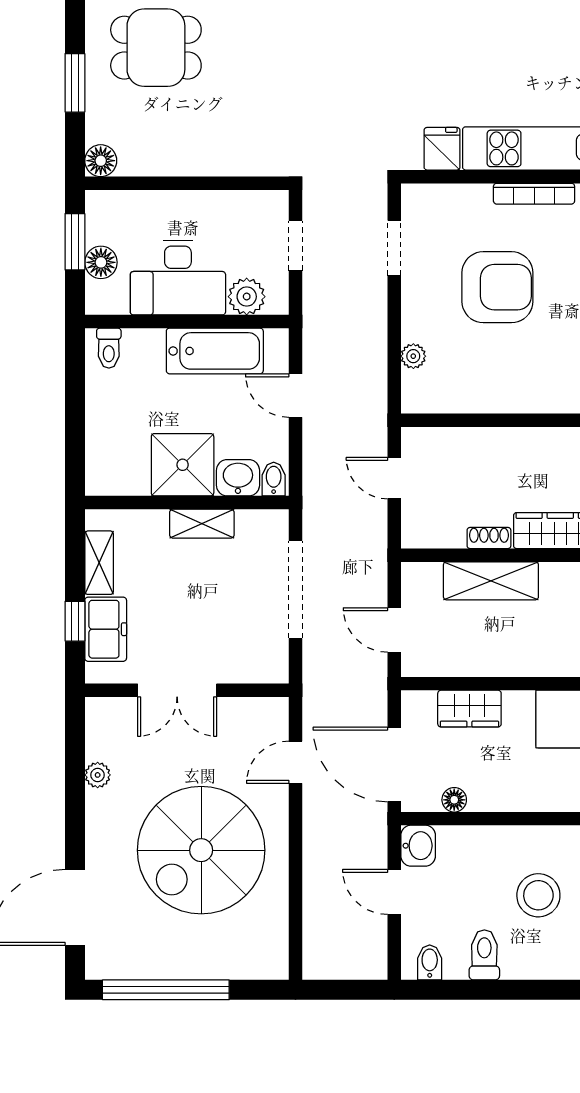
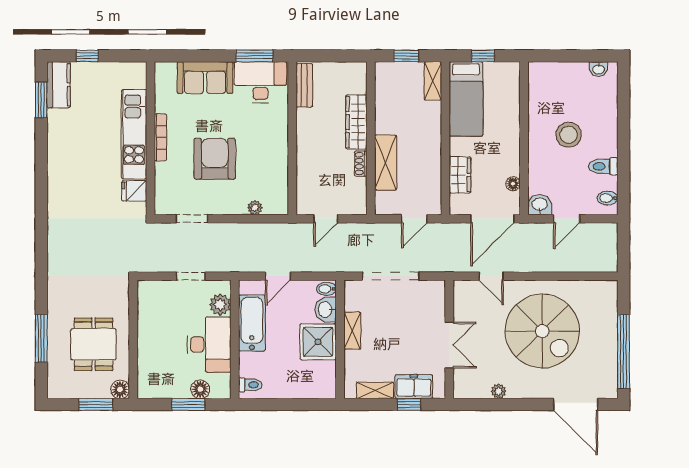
dining table: (156, 48) -> (94, 344), moved
floor lamp: (101, 161) -> (120, 389), moved
wall: (187, 183) -> (133, 339), moved

